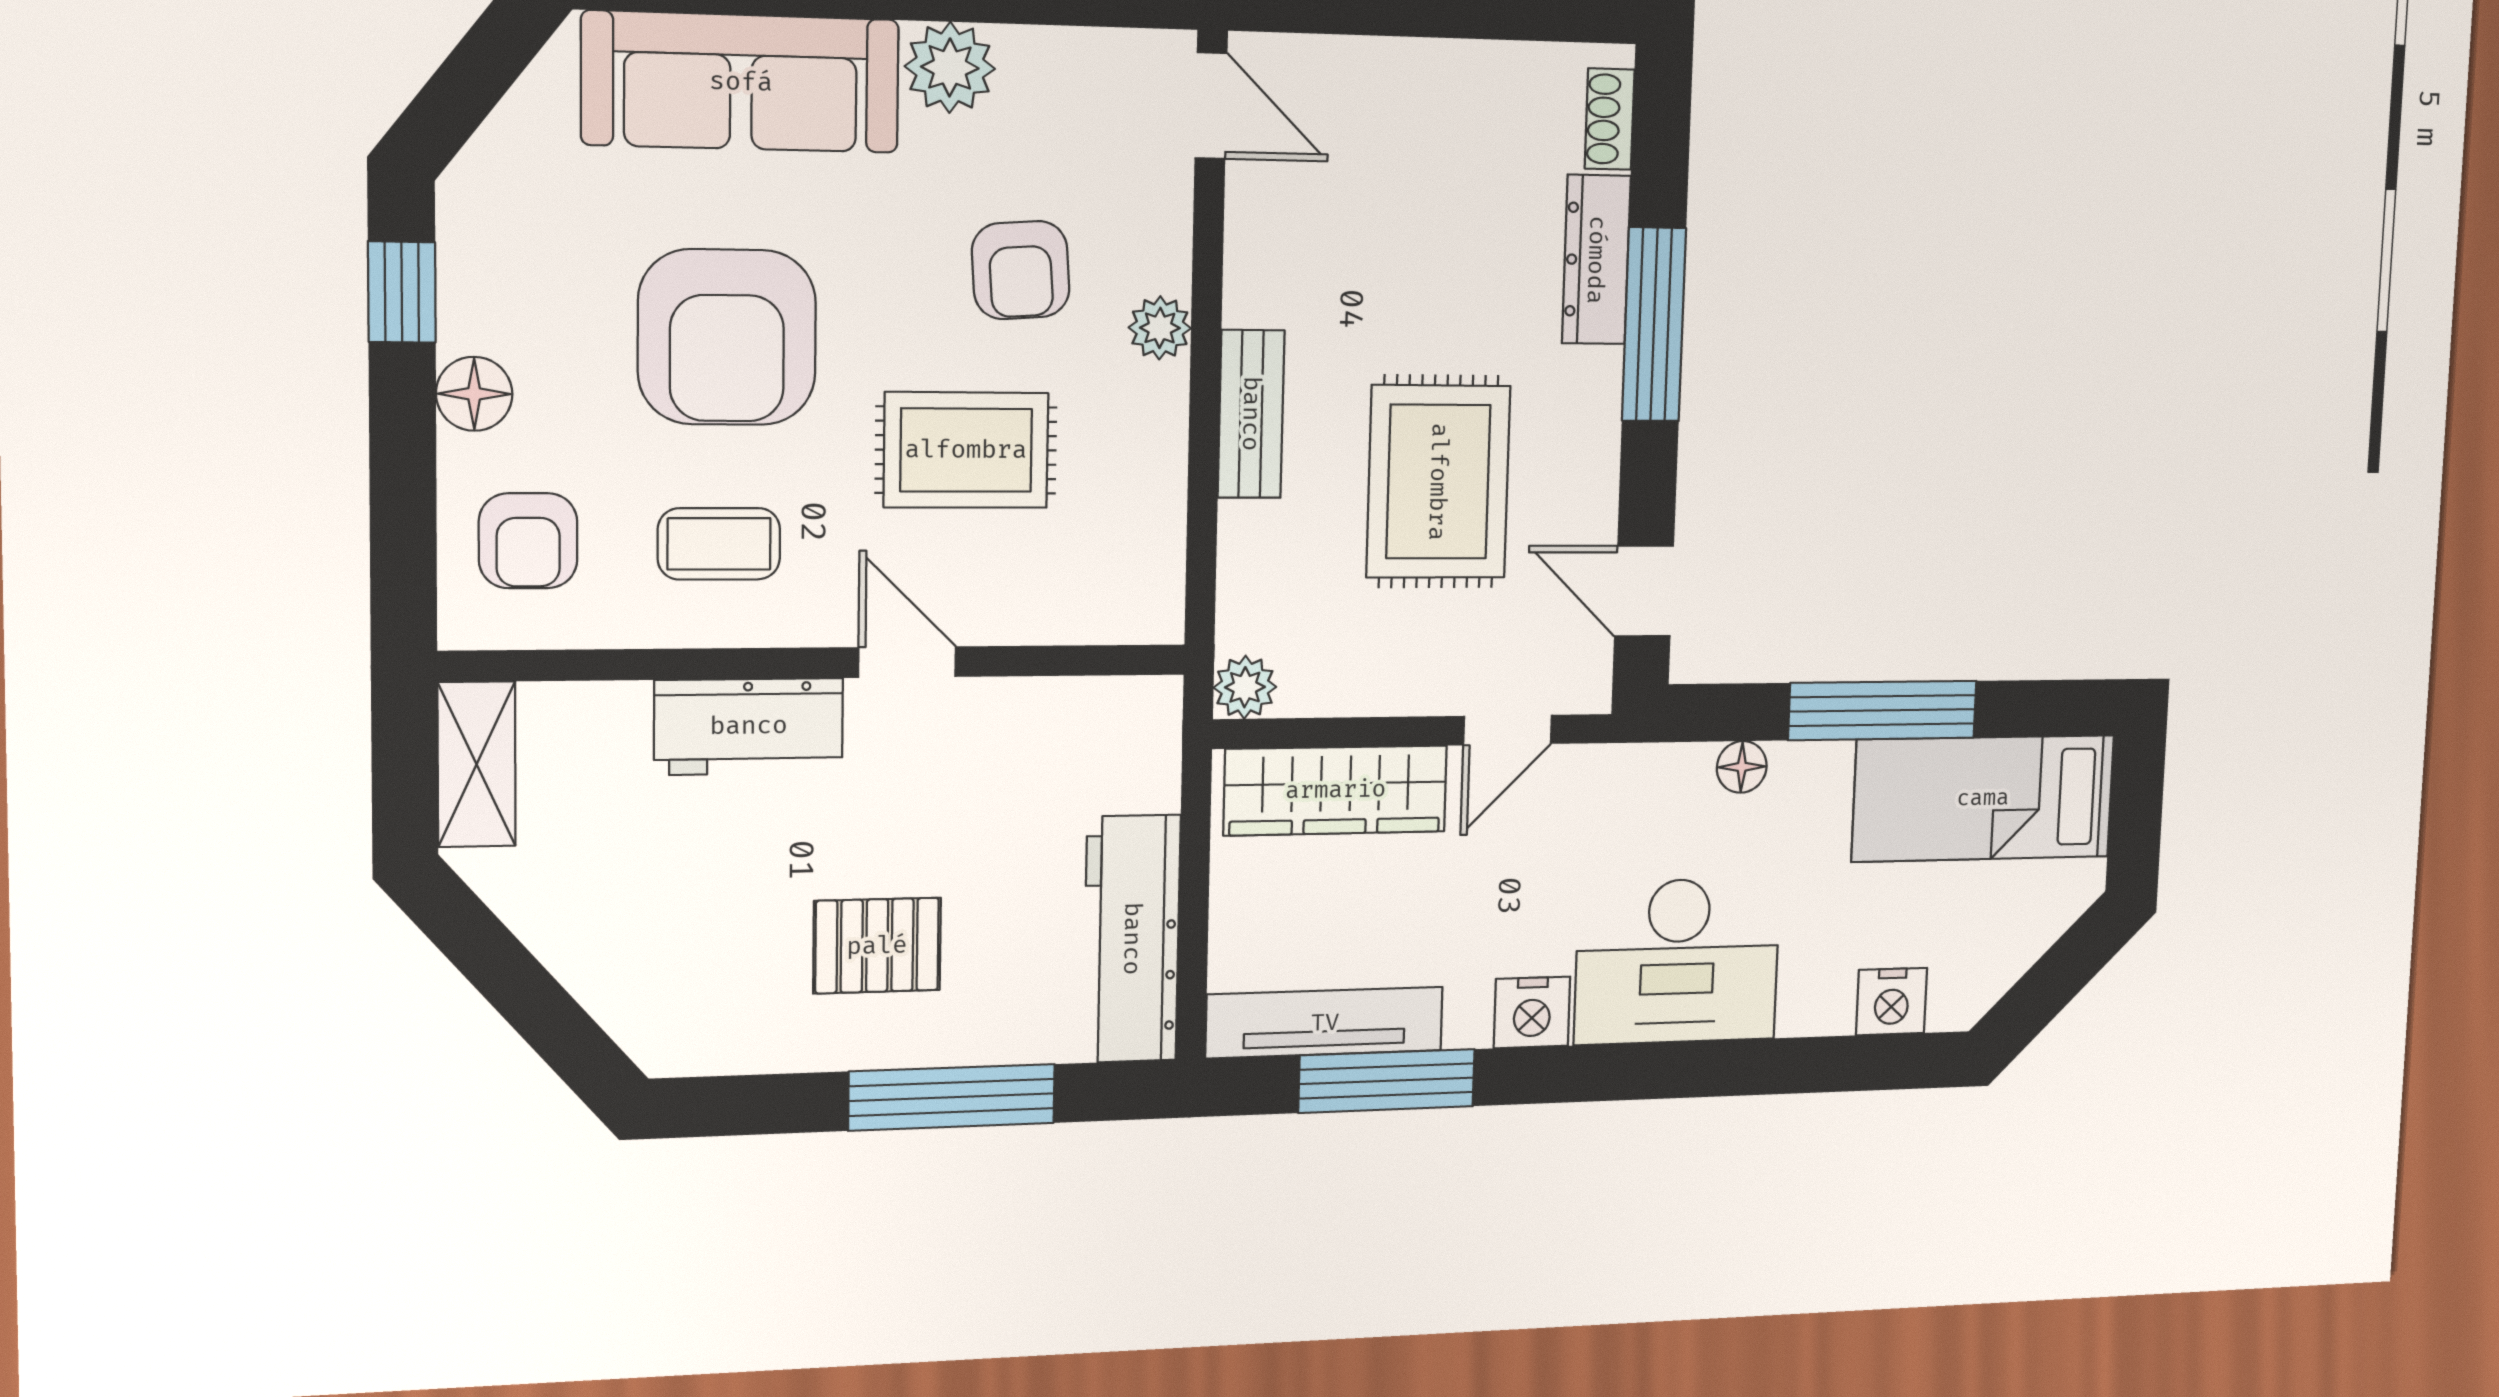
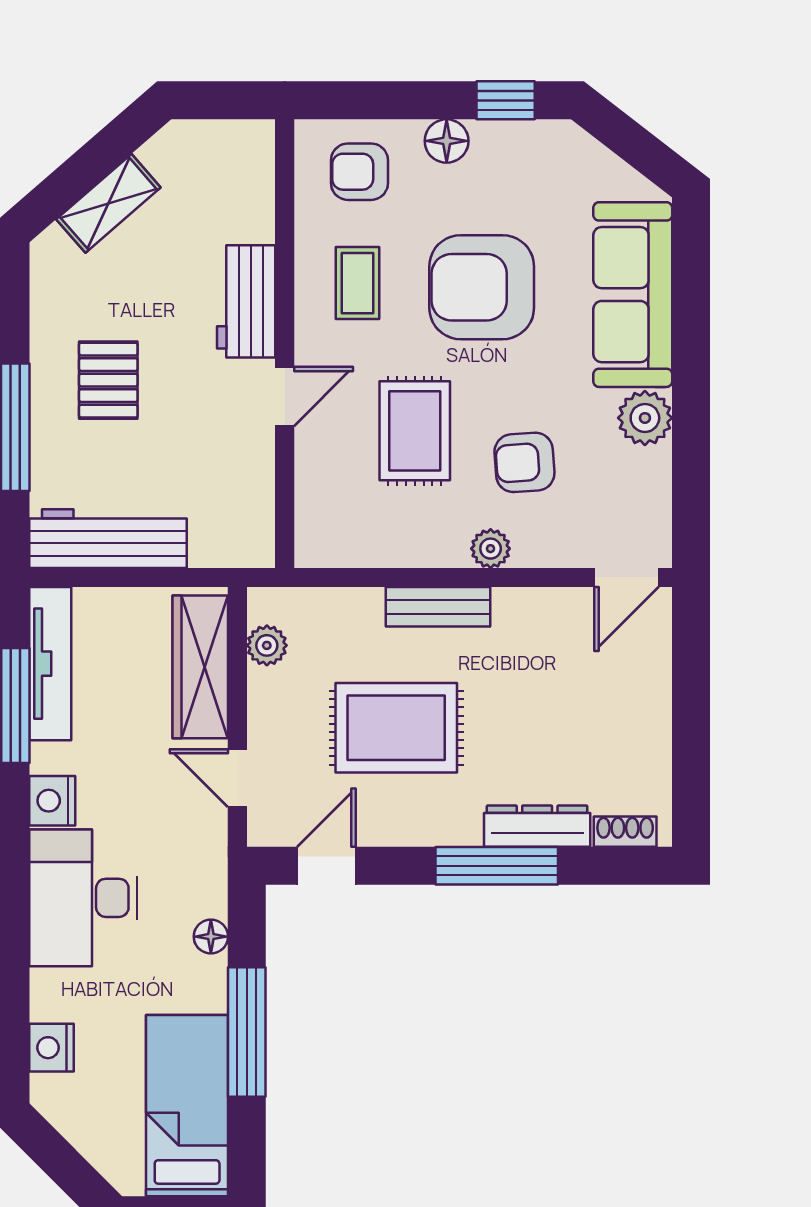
plant: (1245, 687) -> (267, 645), moved
shelving: (477, 764) -> (108, 203), moved, turned -41

